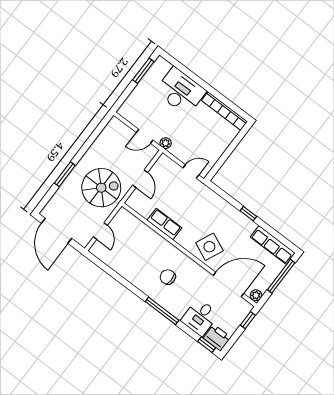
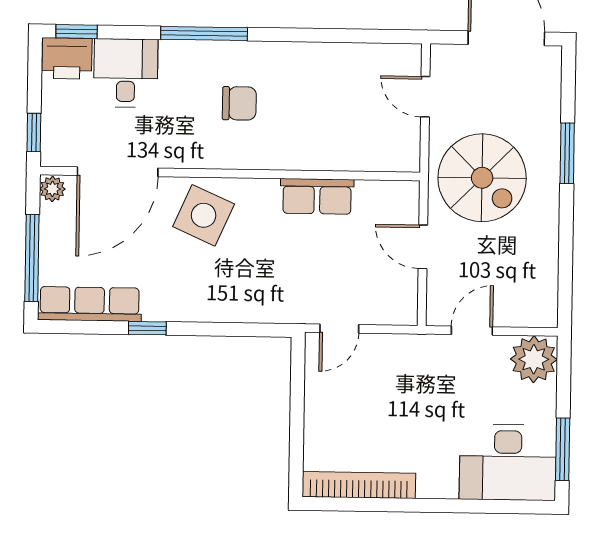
desk: (181, 91) -> (508, 462), moved
plant: (166, 143) -> (534, 359), moved, width x1.88, depth x1.88
spiral stairs: (101, 188) -> (482, 178), turned -90
window: (248, 214) -> (147, 328), moved

